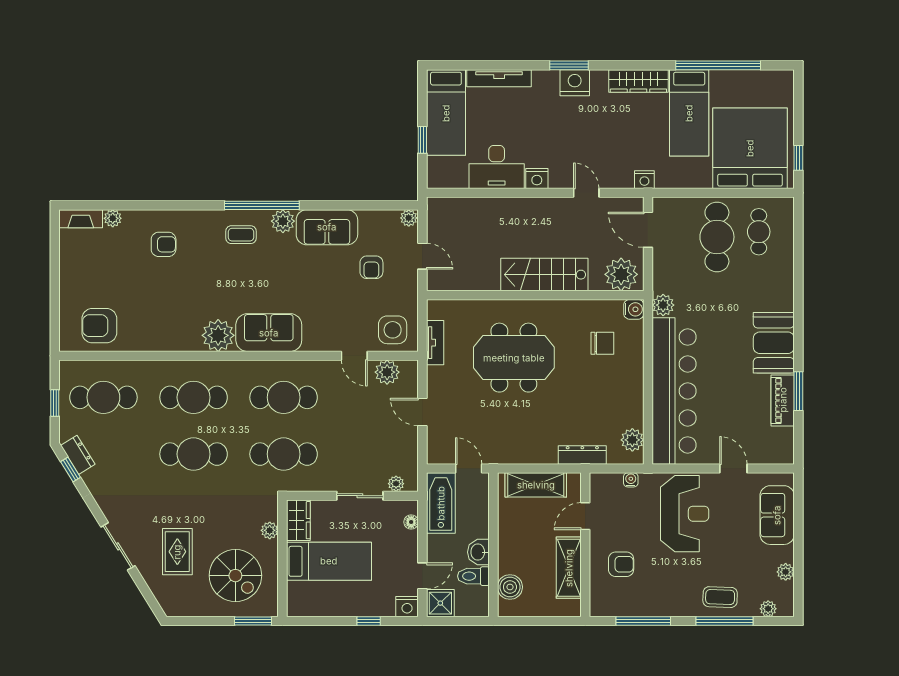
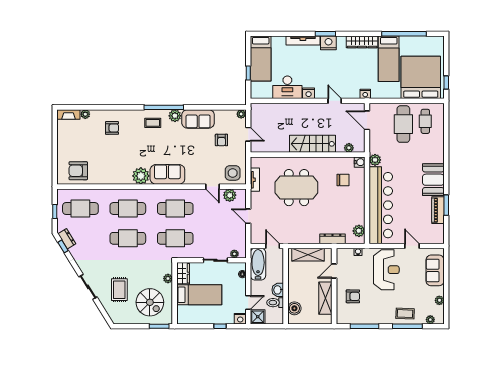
tv unit: (499, 78) -> (303, 41), moved
plant: (621, 274) -> (349, 148), width x0.53, depth x0.53

